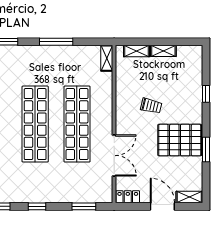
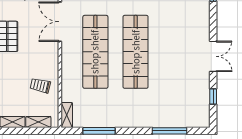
window: (56, 42) -> (99, 131), moved
trolley: (151, 106) -> (40, 86), moved

